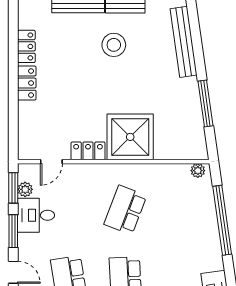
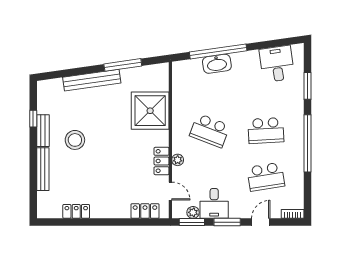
bench: (184, 42) -> (92, 80), moved
locker: (27, 83) -> (145, 211), moved
shower: (130, 137) -> (150, 111), moved
plant: (198, 171) -> (178, 160), moved
washbasin: (207, 219) -> (217, 64), added

